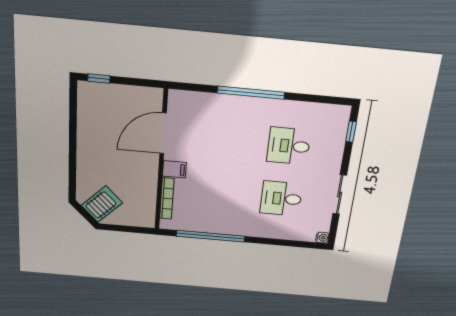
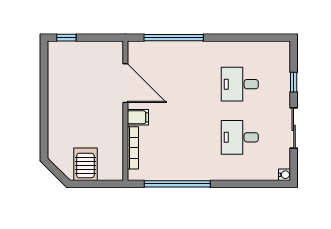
window: (251, 93) -> (174, 38), moved
window: (351, 132) -> (294, 82), moved
door: (163, 133) -> (125, 83), swing flipped
server rack: (102, 204) -> (85, 164), moved, turned -45

